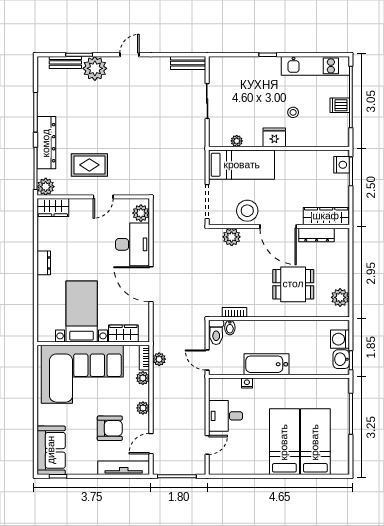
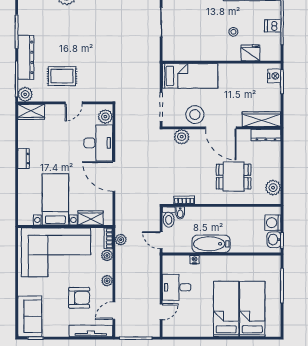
fridge: (274, 137) -> (250, 53), moved
plant: (237, 141) -> (186, 56), removed
dresser: (317, 235) -> (266, 135), moved

